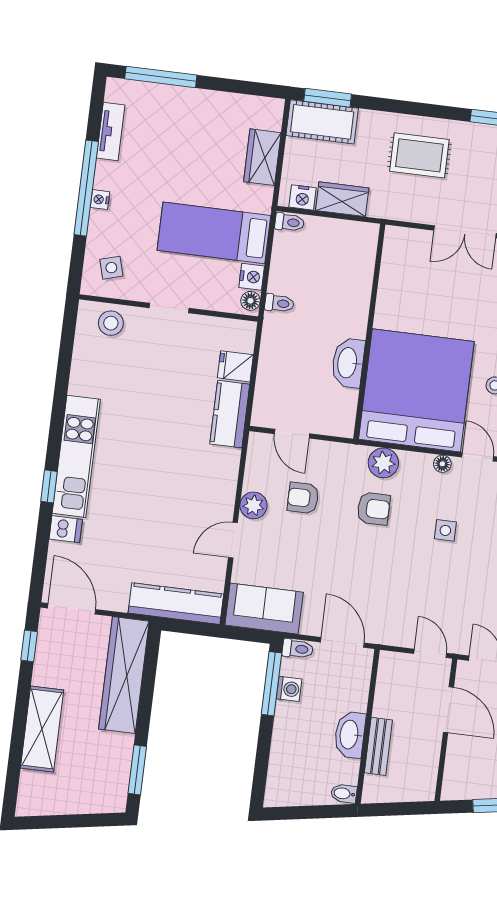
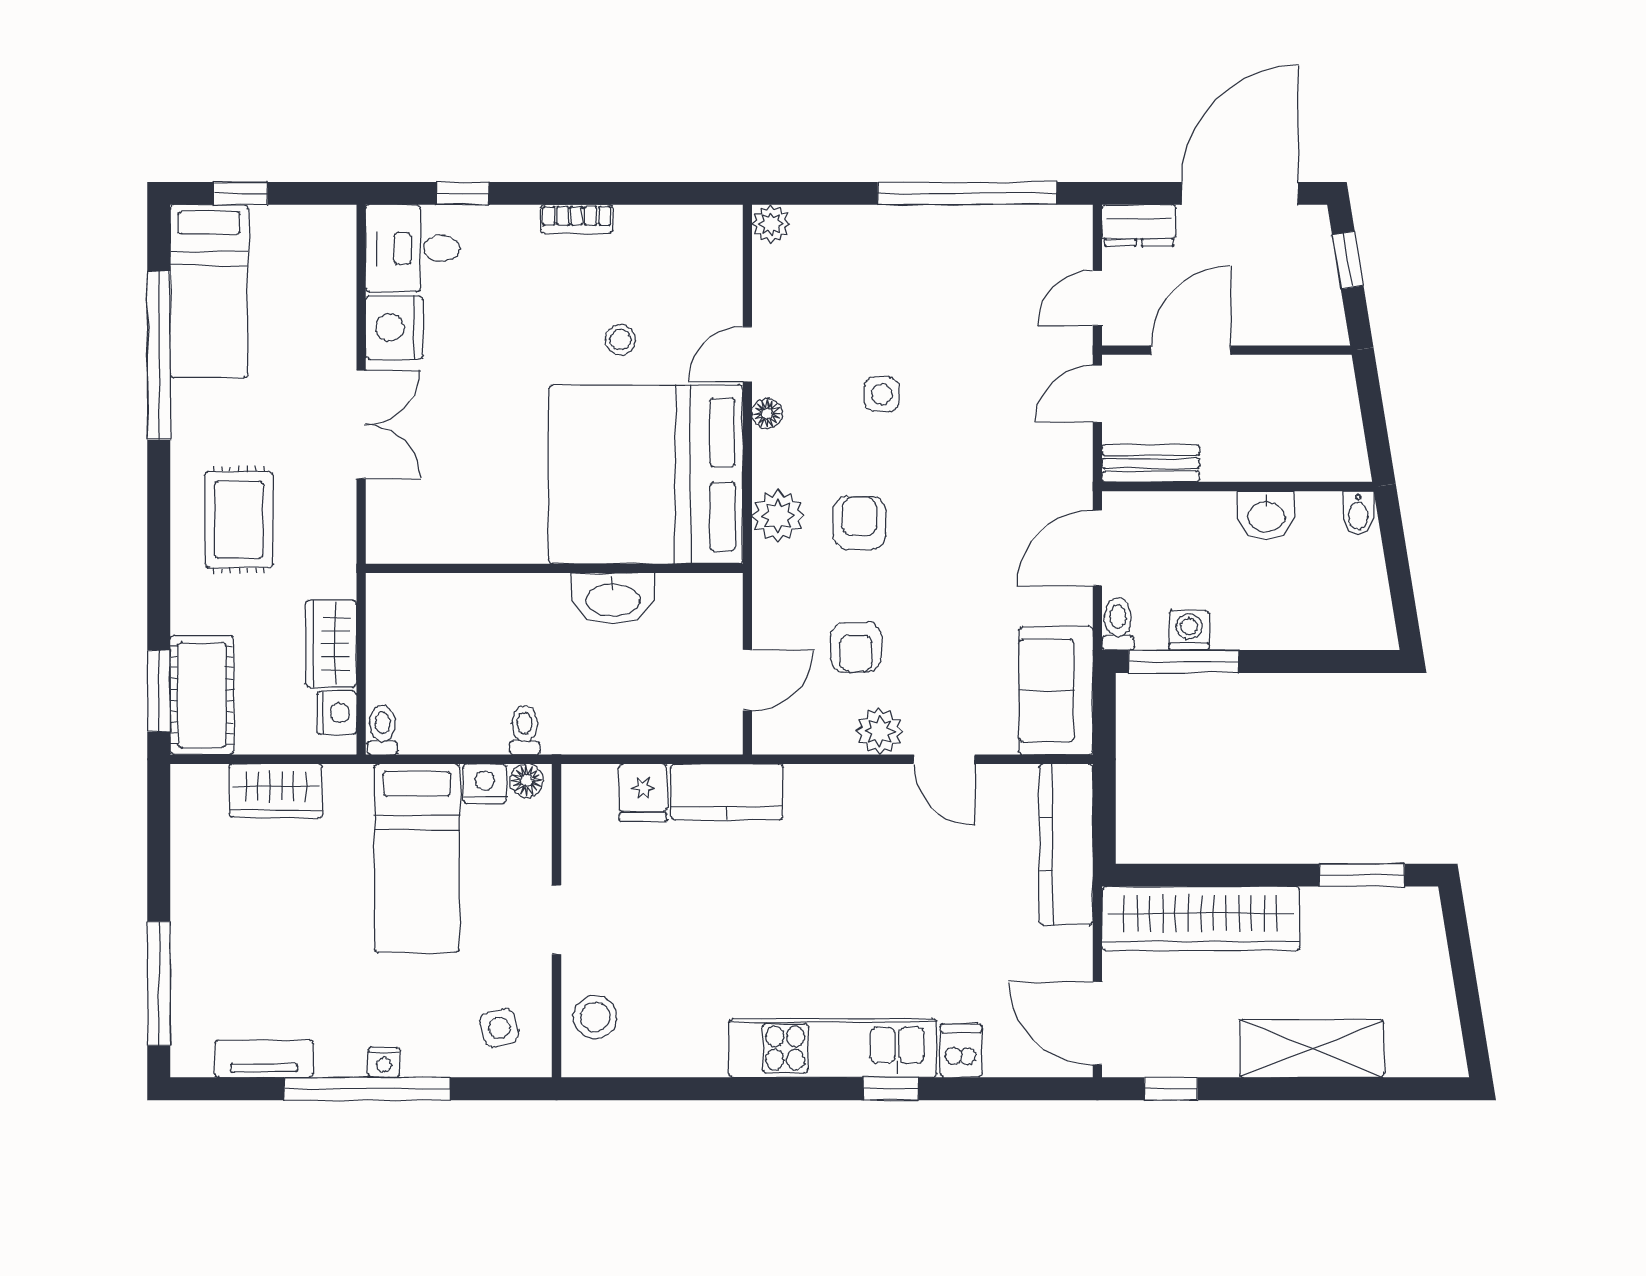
door: (72, 609) -> (1097, 1023), hinge flipped
washbasin: (350, 735) -> (1266, 515), width x0.72
bench: (378, 746) -> (1151, 463), moved

